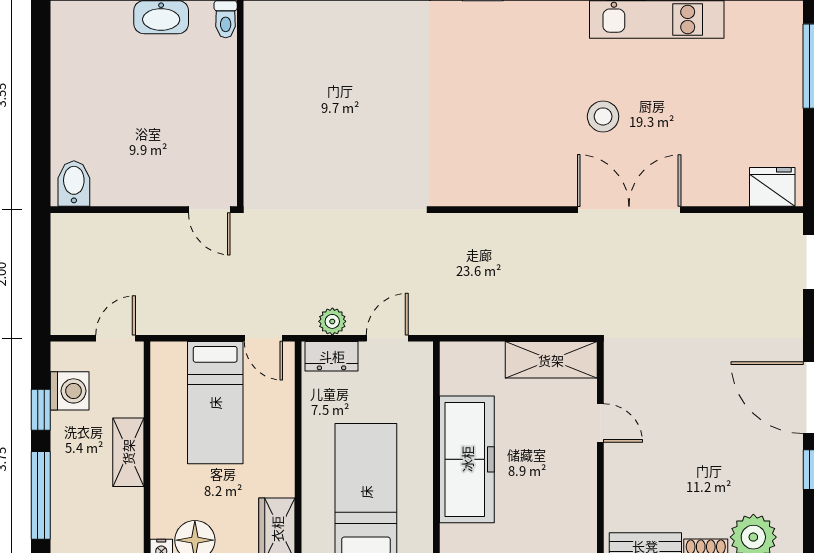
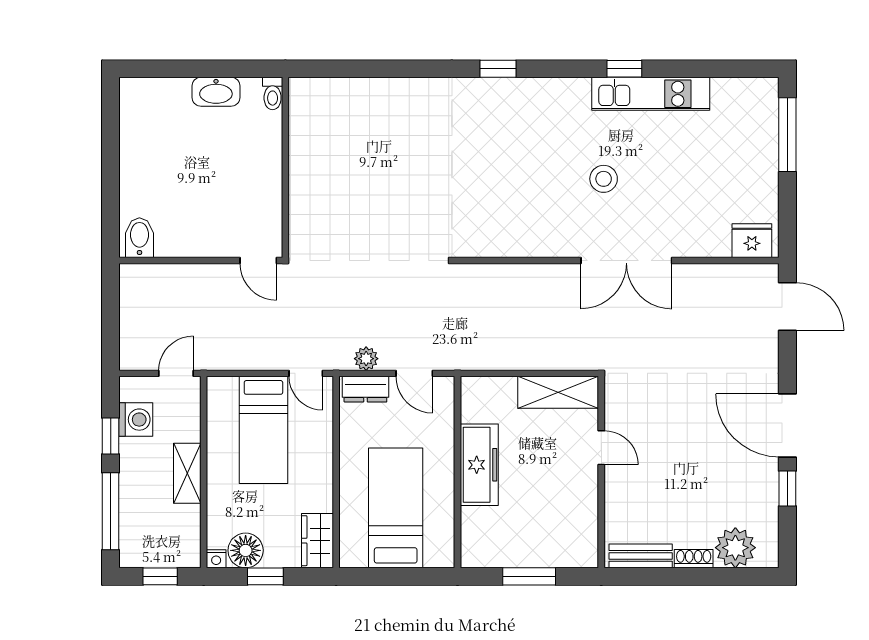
double door: (629, 210) -> (626, 261), swing flipped
door: (387, 338) -> (414, 373), swing flipped
freezer: (467, 459) -> (479, 465), width x0.73, depth x0.79

